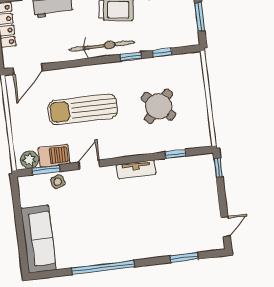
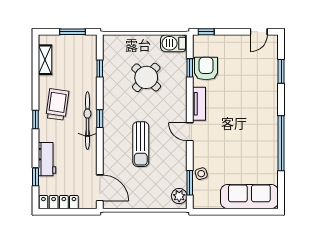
window: (131, 57) -> (100, 119), moved
sun lounger: (83, 109) -> (141, 144), width x0.73, depth x0.75
barbecue: (54, 156) -> (174, 43), moved, turned -90
door: (89, 165) -> (190, 132), moved
armchair: (177, 172) -> (206, 69), added
door: (226, 227) -> (259, 32), swing flipped

